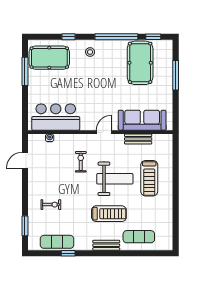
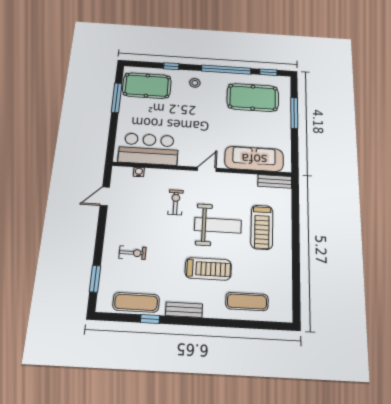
pool table: (140, 63) -> (253, 97), turned 90
bench: (138, 139) -> (275, 181), moved
bench: (106, 245) -> (184, 310), moved

